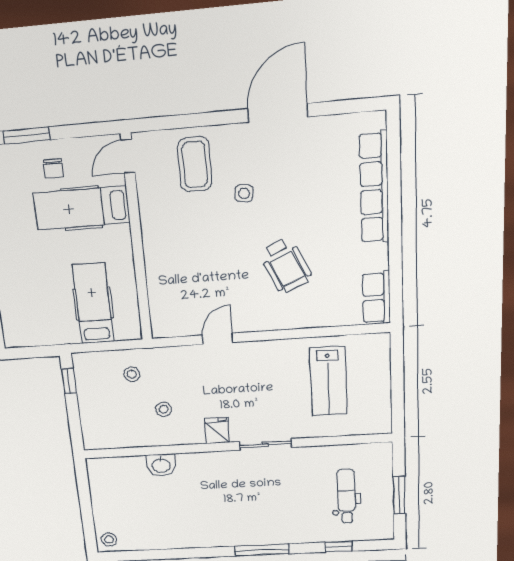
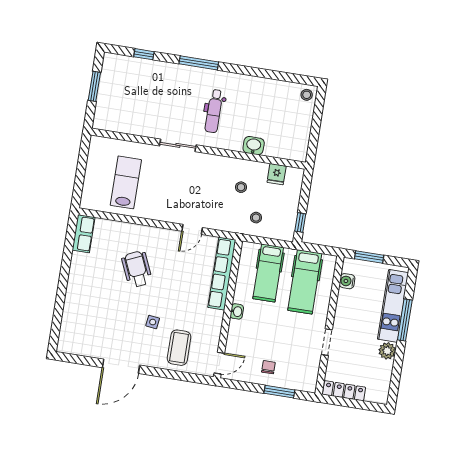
row of seats: (374, 188) -> (222, 274), moved, turned 180
hospital bed: (82, 208) -> (305, 282), moved, turned 90
washbasin: (123, 239) -> (237, 311), added
fridge: (217, 430) -> (277, 174), moved
dental chair: (346, 496) -> (214, 111), moved

